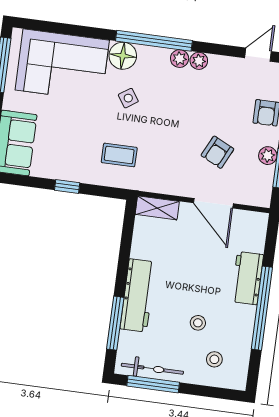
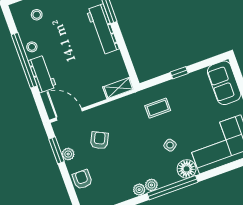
door: (213, 203) -> (69, 114), moved
stool: (198, 323) -> (32, 47), moved

